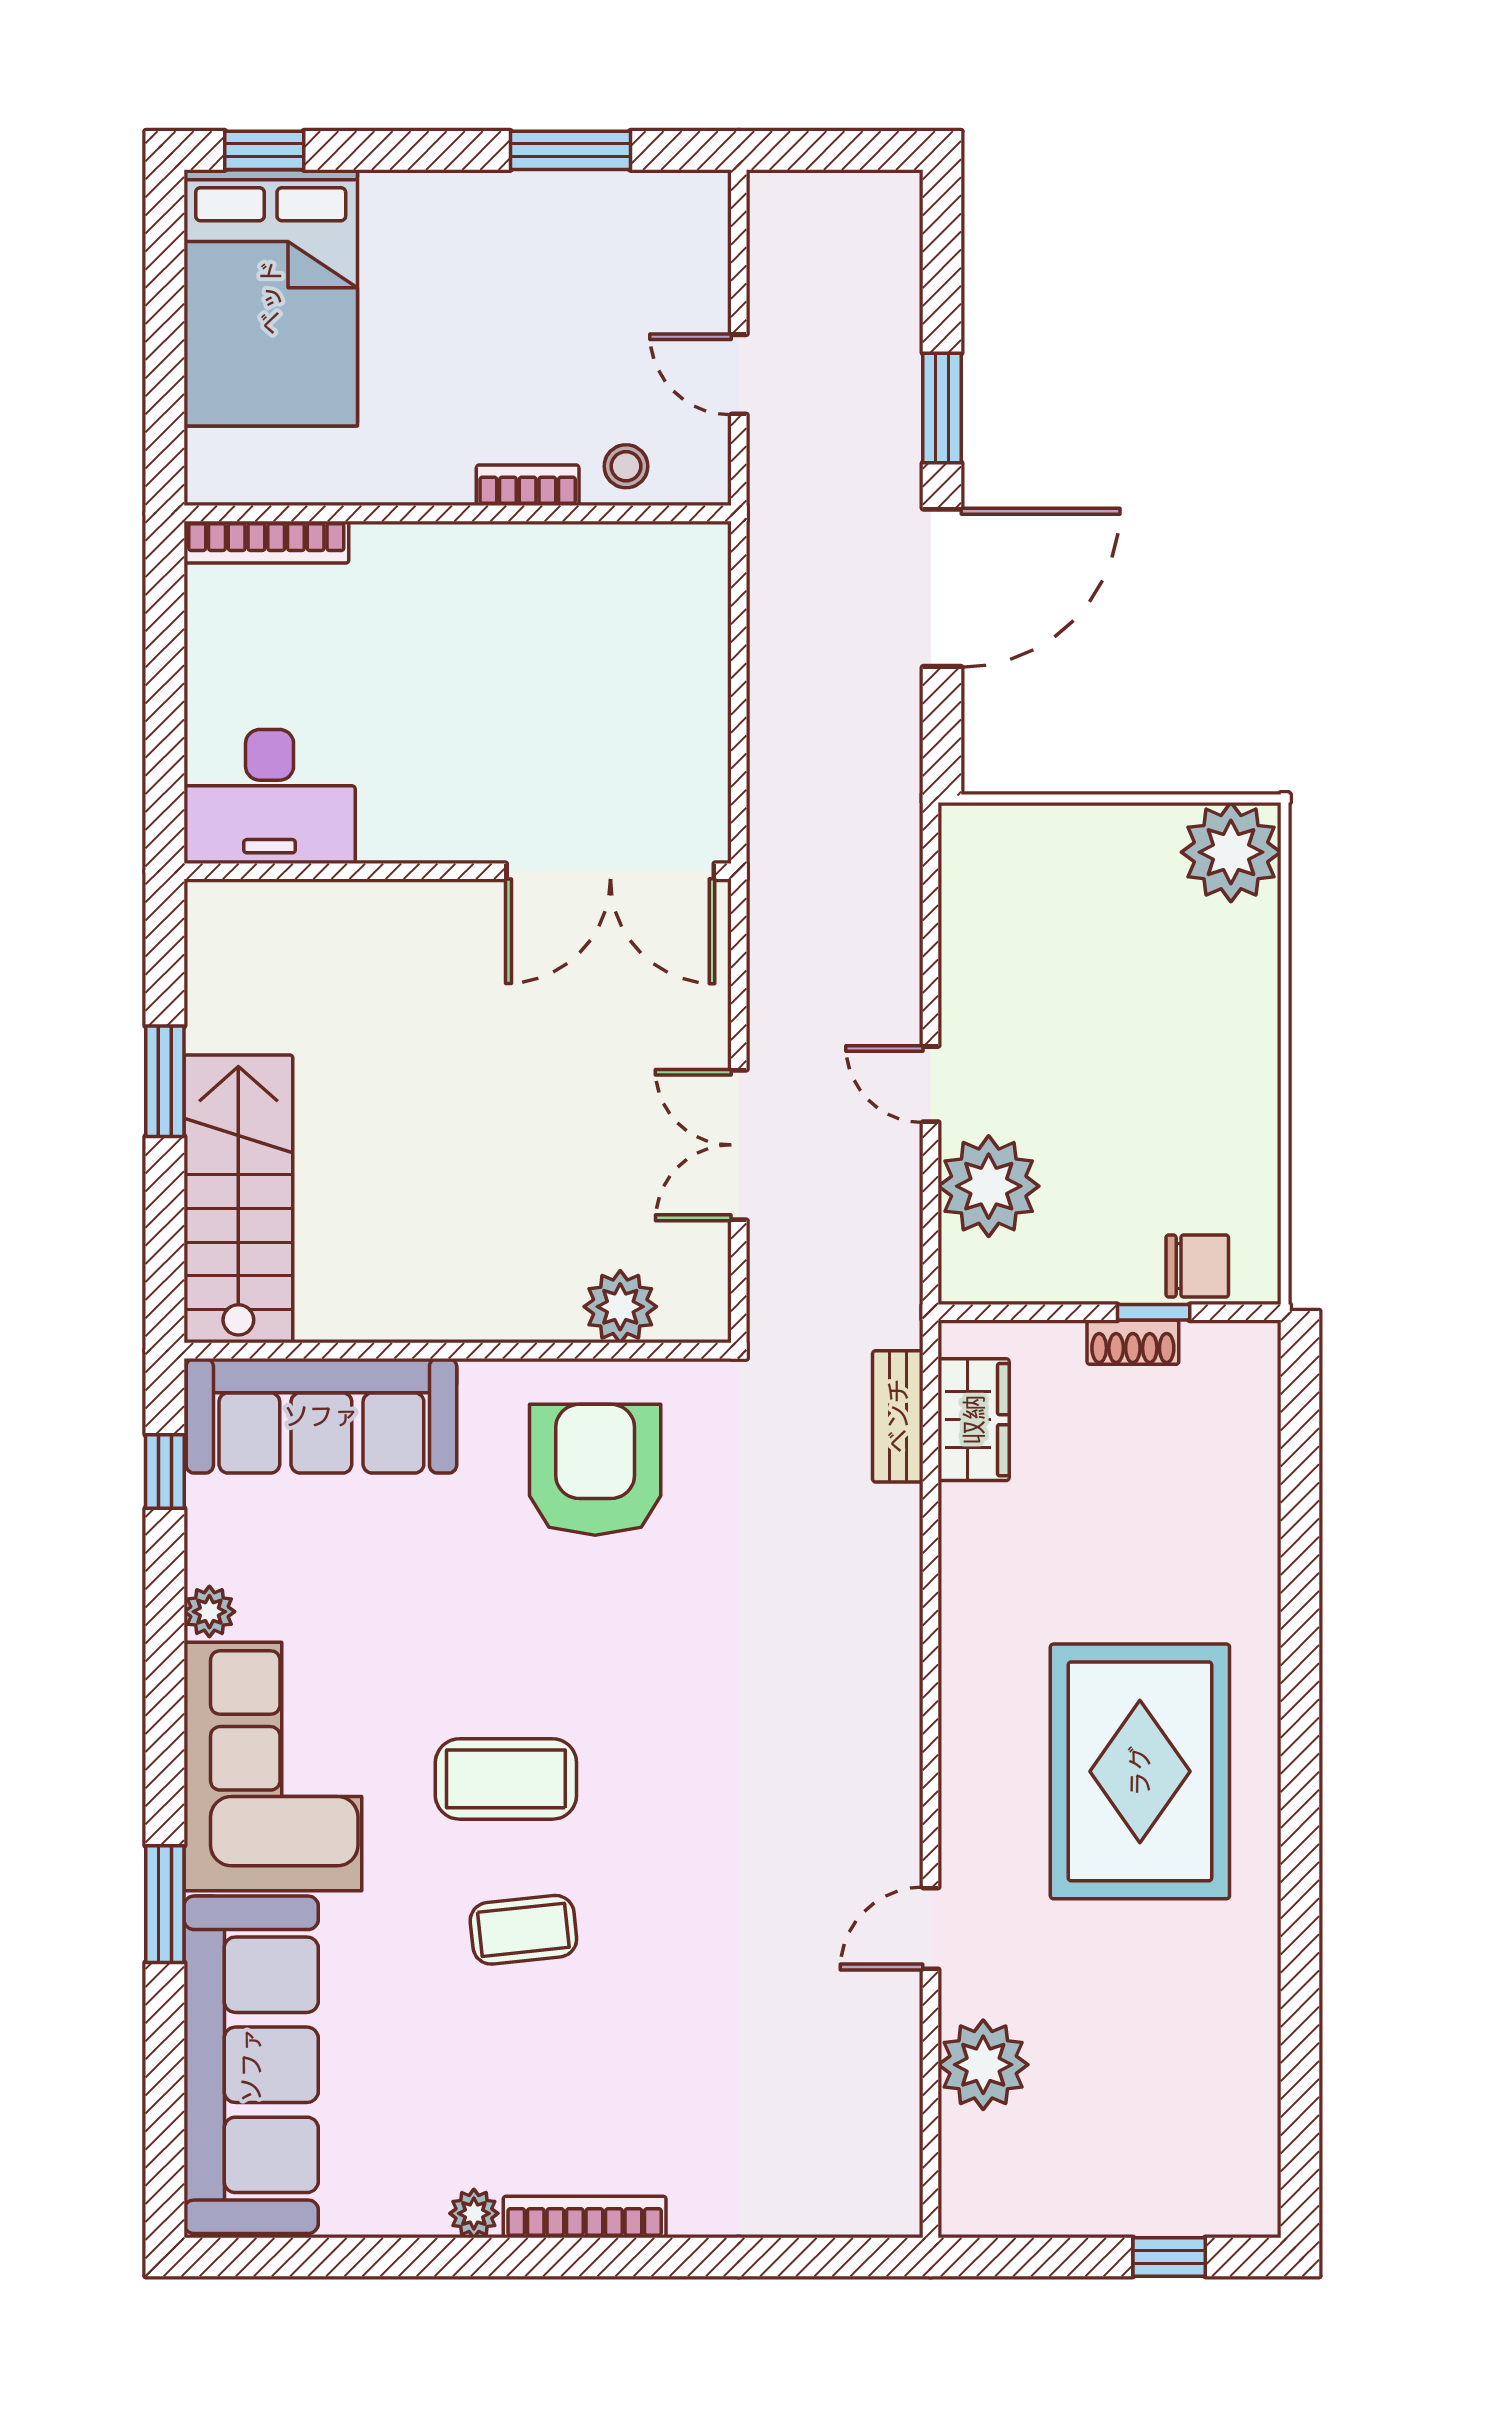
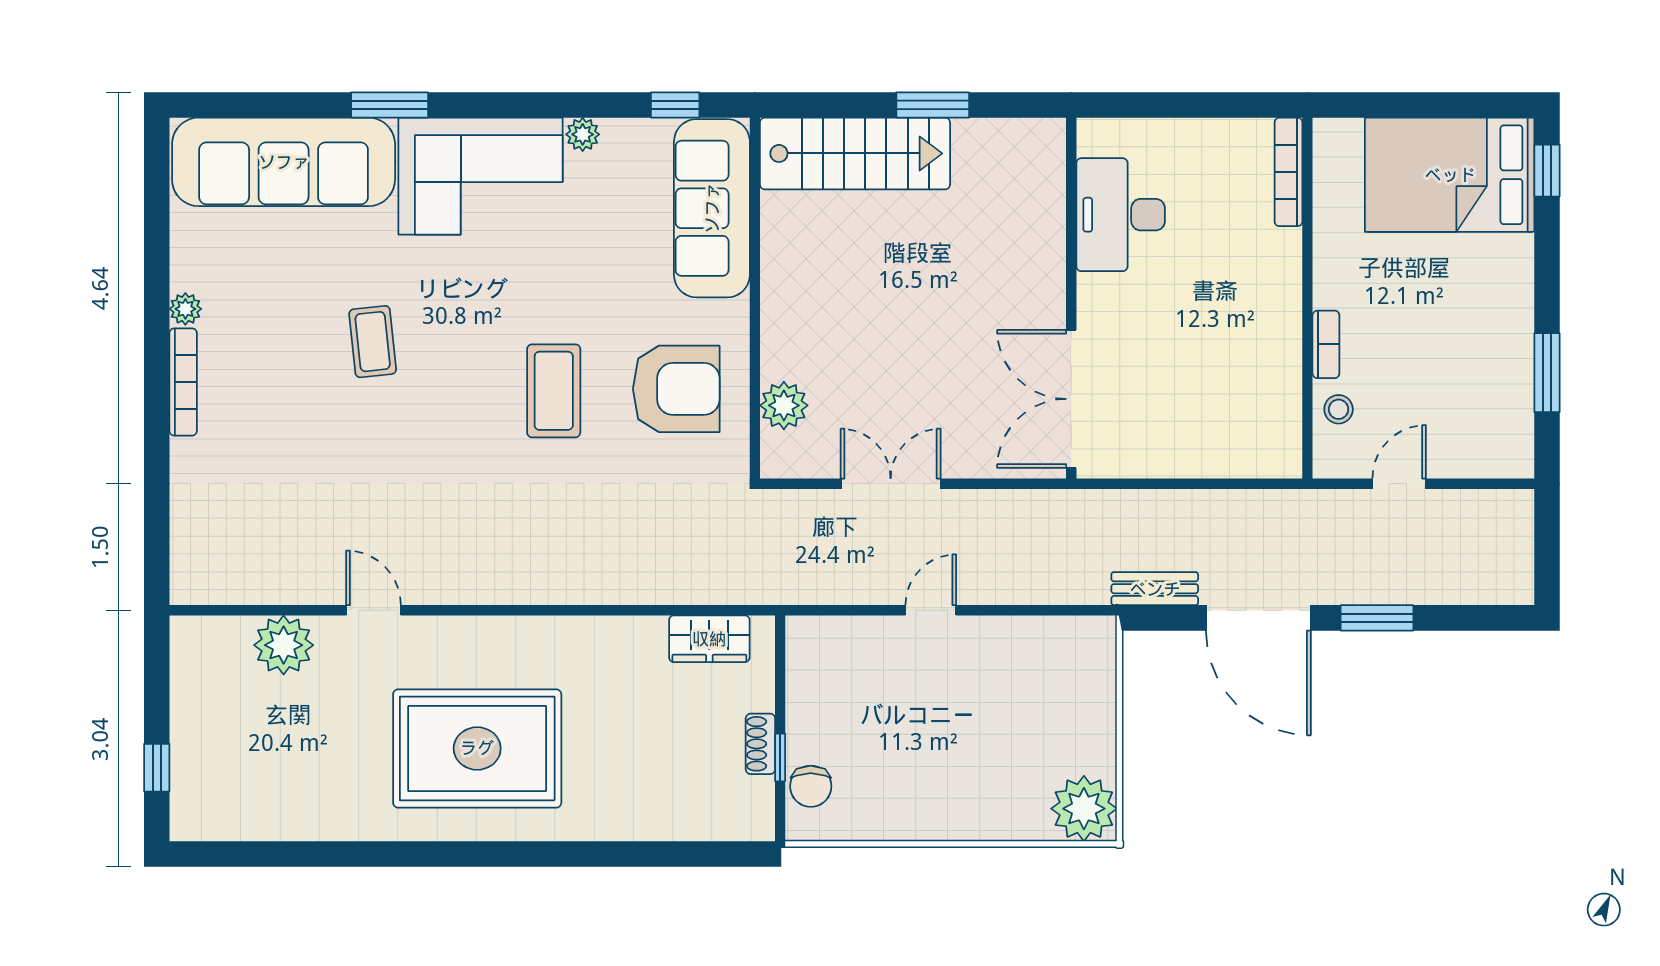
desk: (270, 796) -> (1121, 215), moved
plant: (989, 1186) -> (863, 649), removed
bench: (898, 1416) -> (1155, 589), moved
coffee table: (506, 1779) -> (554, 391), moved

